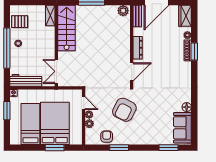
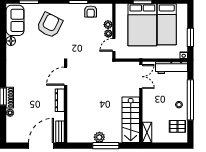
plant: (123, 11) -> (99, 137), moved
wardrobe: (185, 16) -> (12, 132), removed
door: (84, 103) -> (114, 45), hinge flipped
armchair: (124, 110) -> (50, 25), moved

